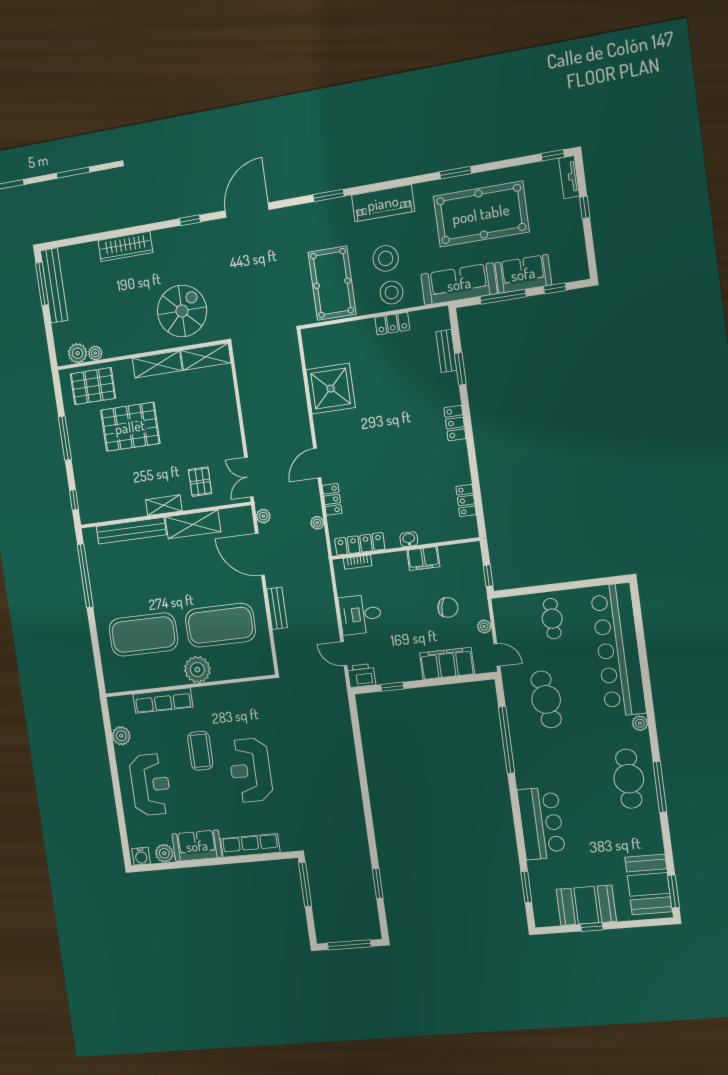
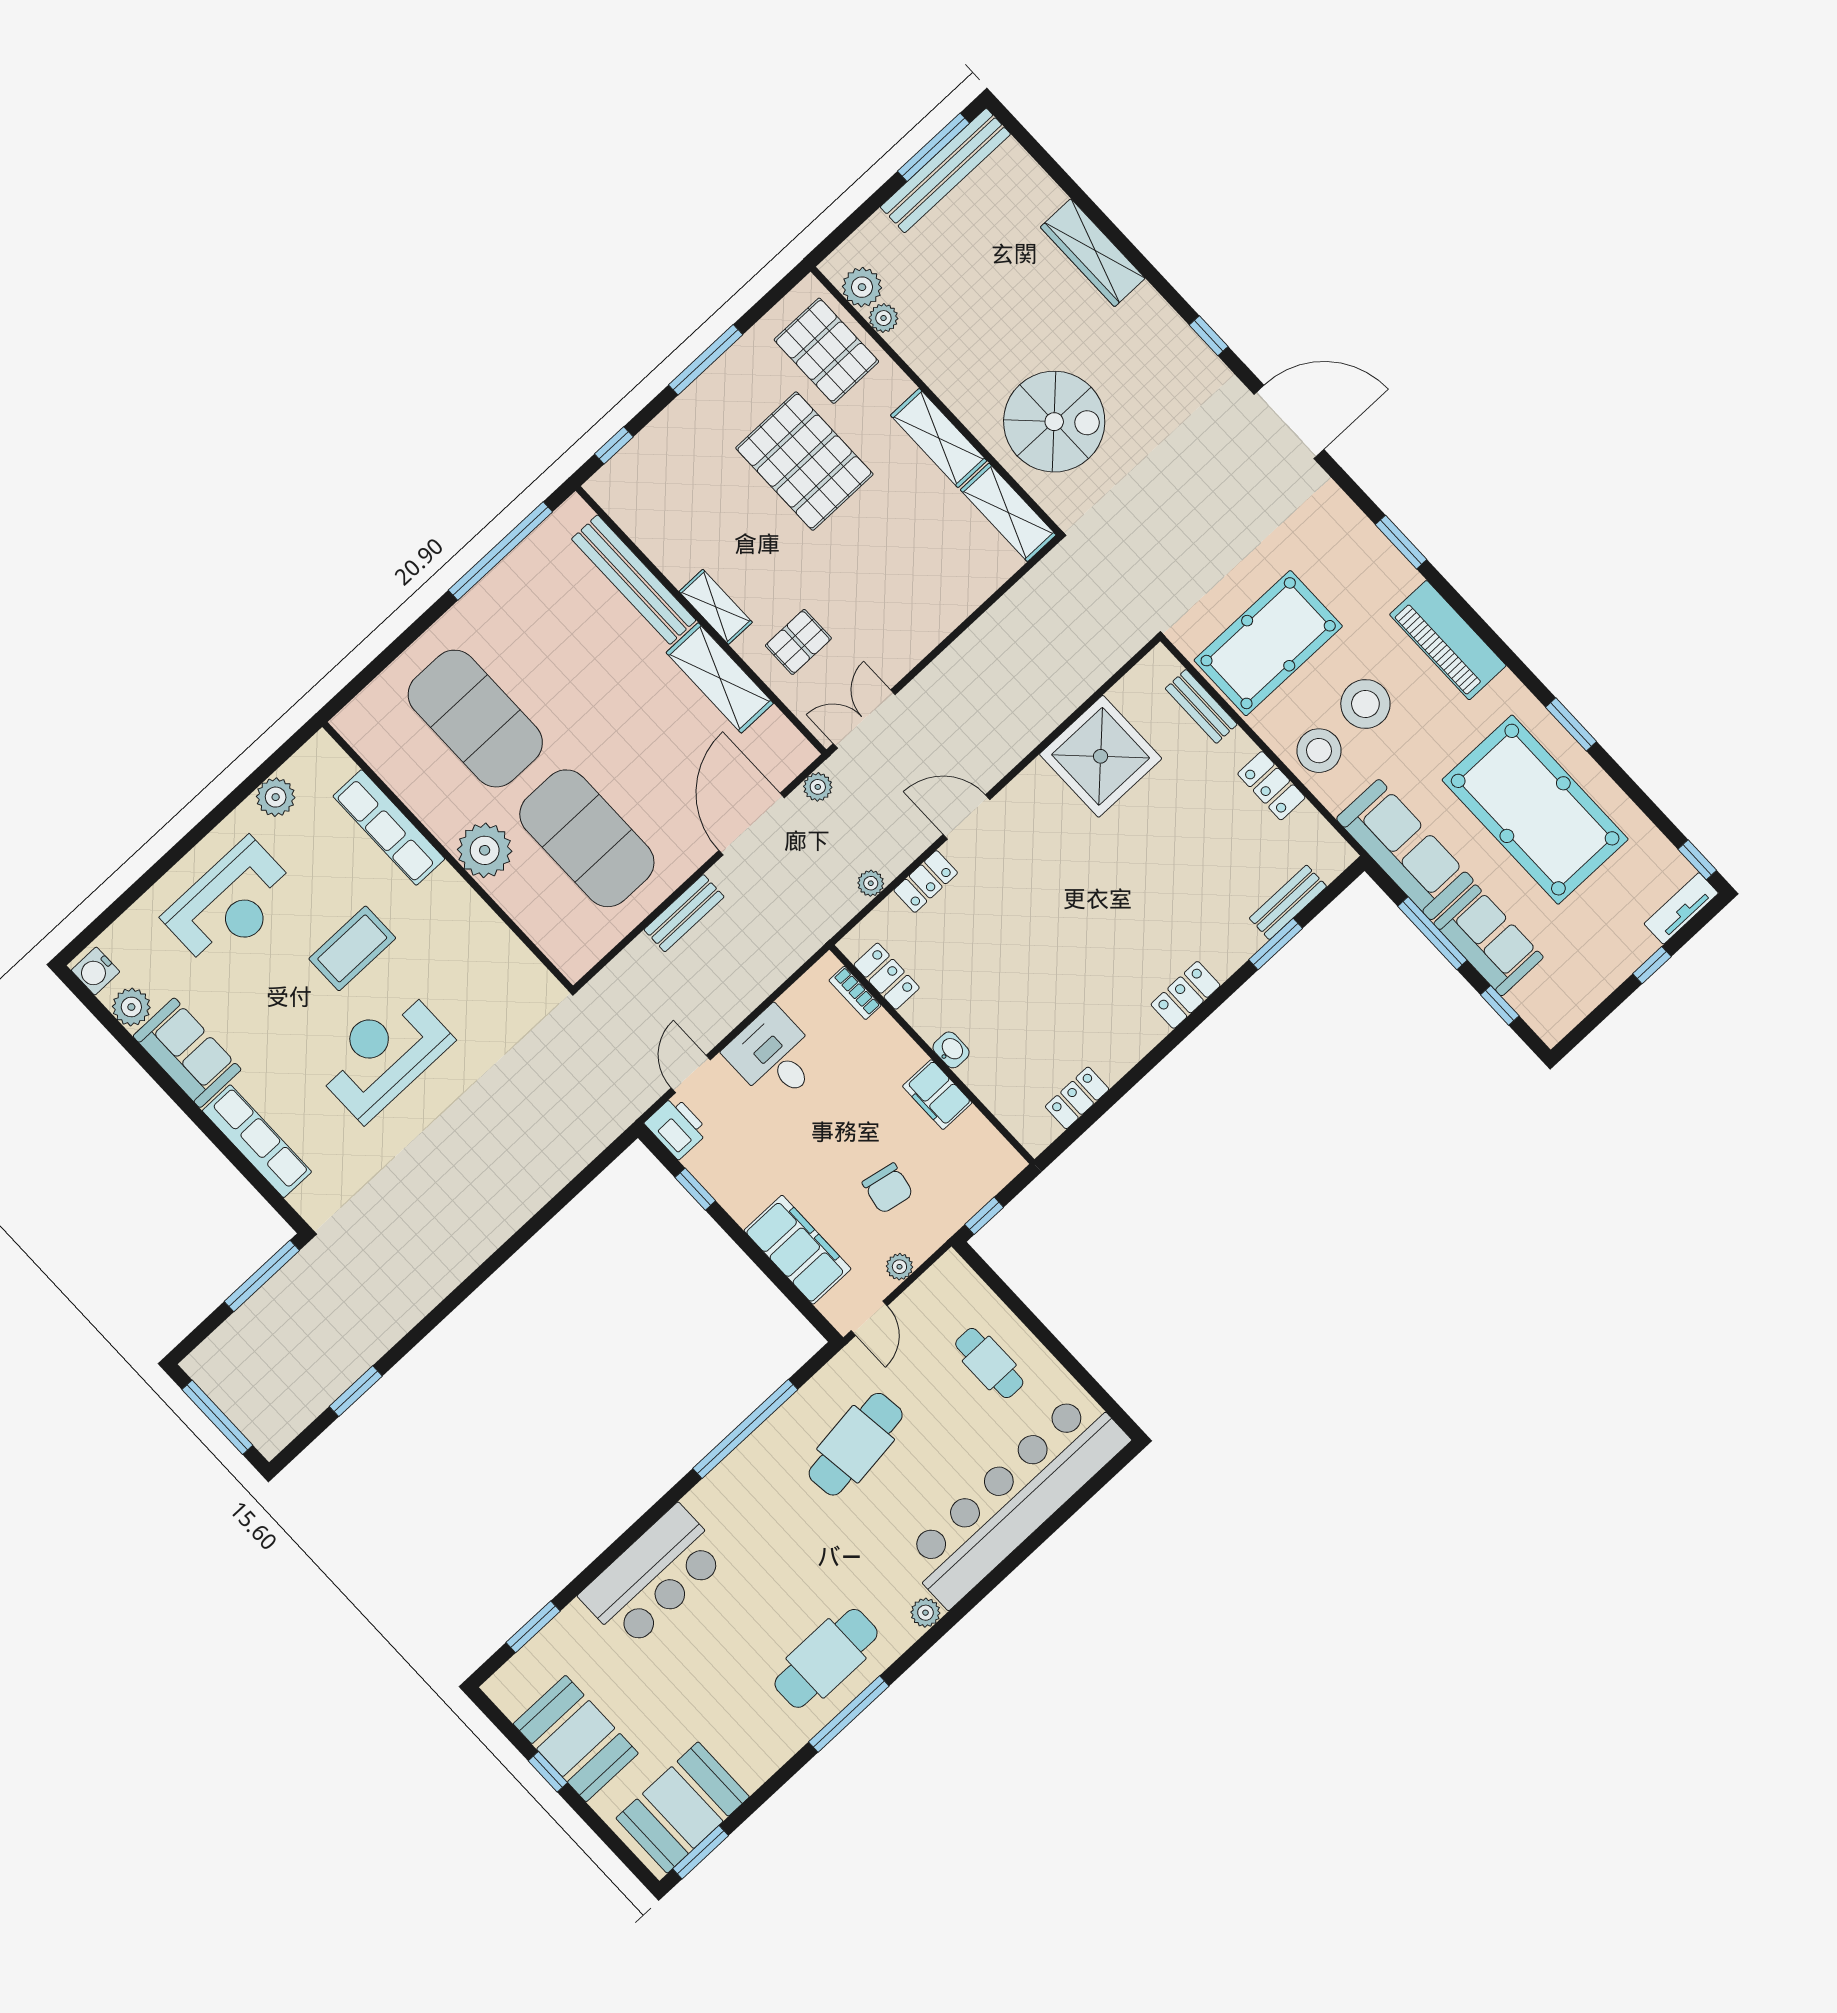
bench: (339, 331) -> (1201, 706), added
locker: (360, 544) -> (887, 976), width x0.66
cafe table: (552, 619) -> (989, 1363), turned 90

